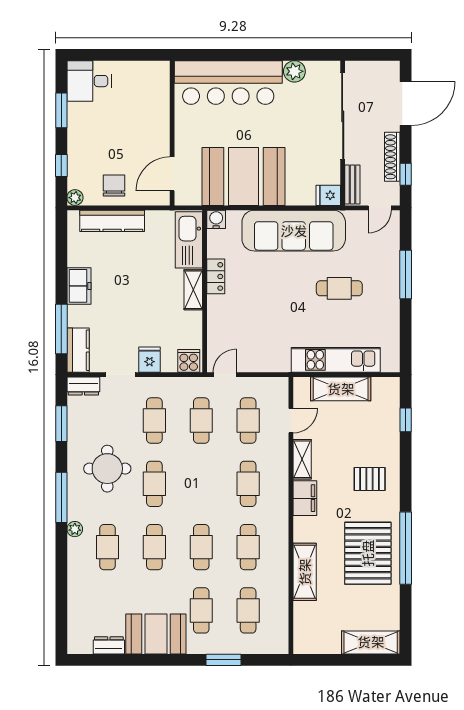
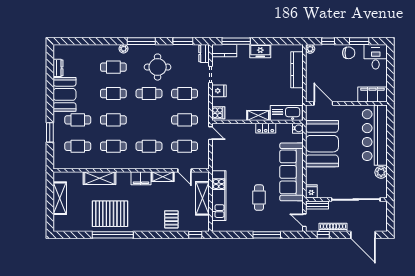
filing cabinet: (156, 87) -> (372, 95), added
chair: (114, 186) -> (349, 53), moved
window: (406, 420) -> (195, 235), moved
pallet: (370, 479) -> (171, 219), moved
shelving: (371, 642) -> (60, 198), moved

